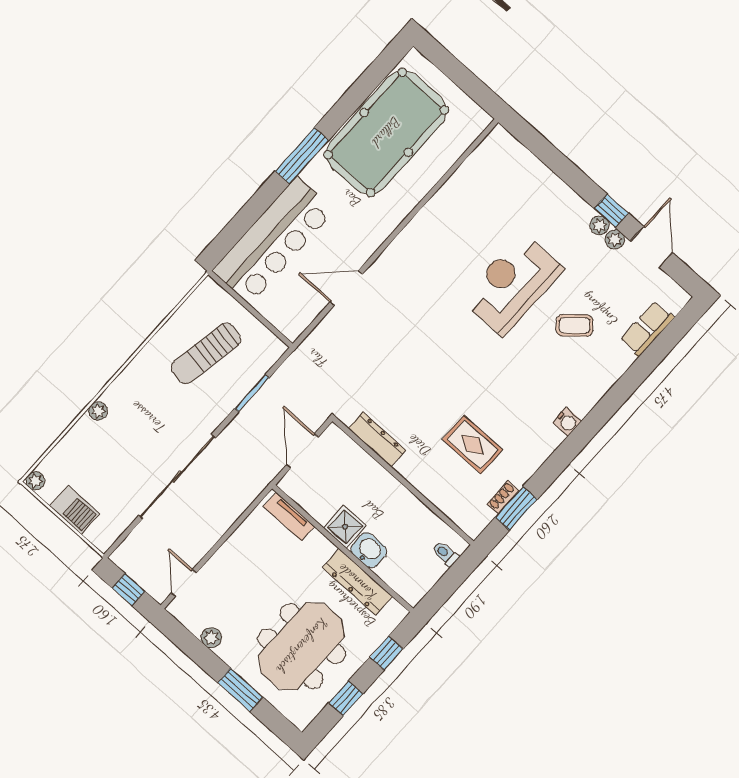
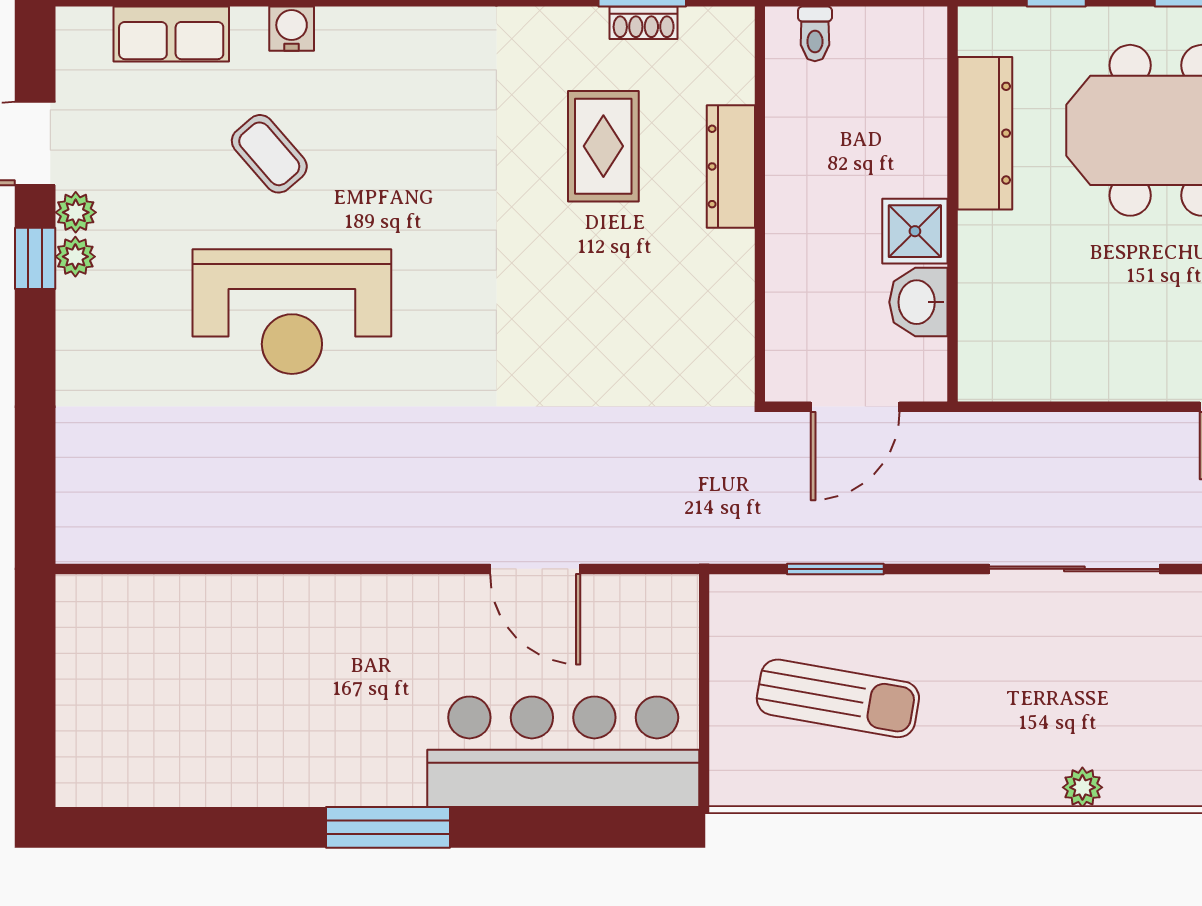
pool table: (386, 132) -> (231, 727), removed
water cooler: (567, 422) -> (292, 29), moved
dresser: (377, 439) -> (731, 166), moved
sliding door: (177, 477) -> (1074, 569), width x0.73
tv unit: (289, 516) -> (979, 335), removed
washbasin: (369, 550) -> (918, 302), moved

